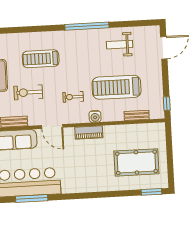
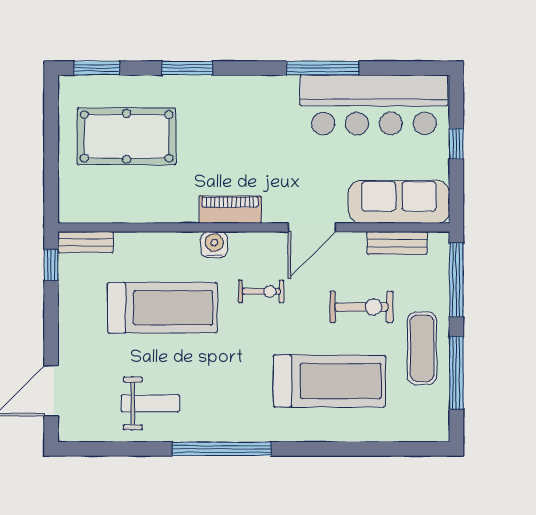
treadmill: (41, 59) -> (329, 381), width x1.37, depth x1.38
bench: (137, 115) -> (86, 242), moved
door: (52, 126) -> (312, 227), swing flipped
window: (111, 194) -> (187, 68), added
window: (32, 198) -> (323, 68), moved

